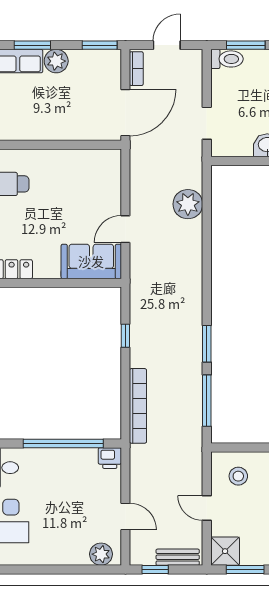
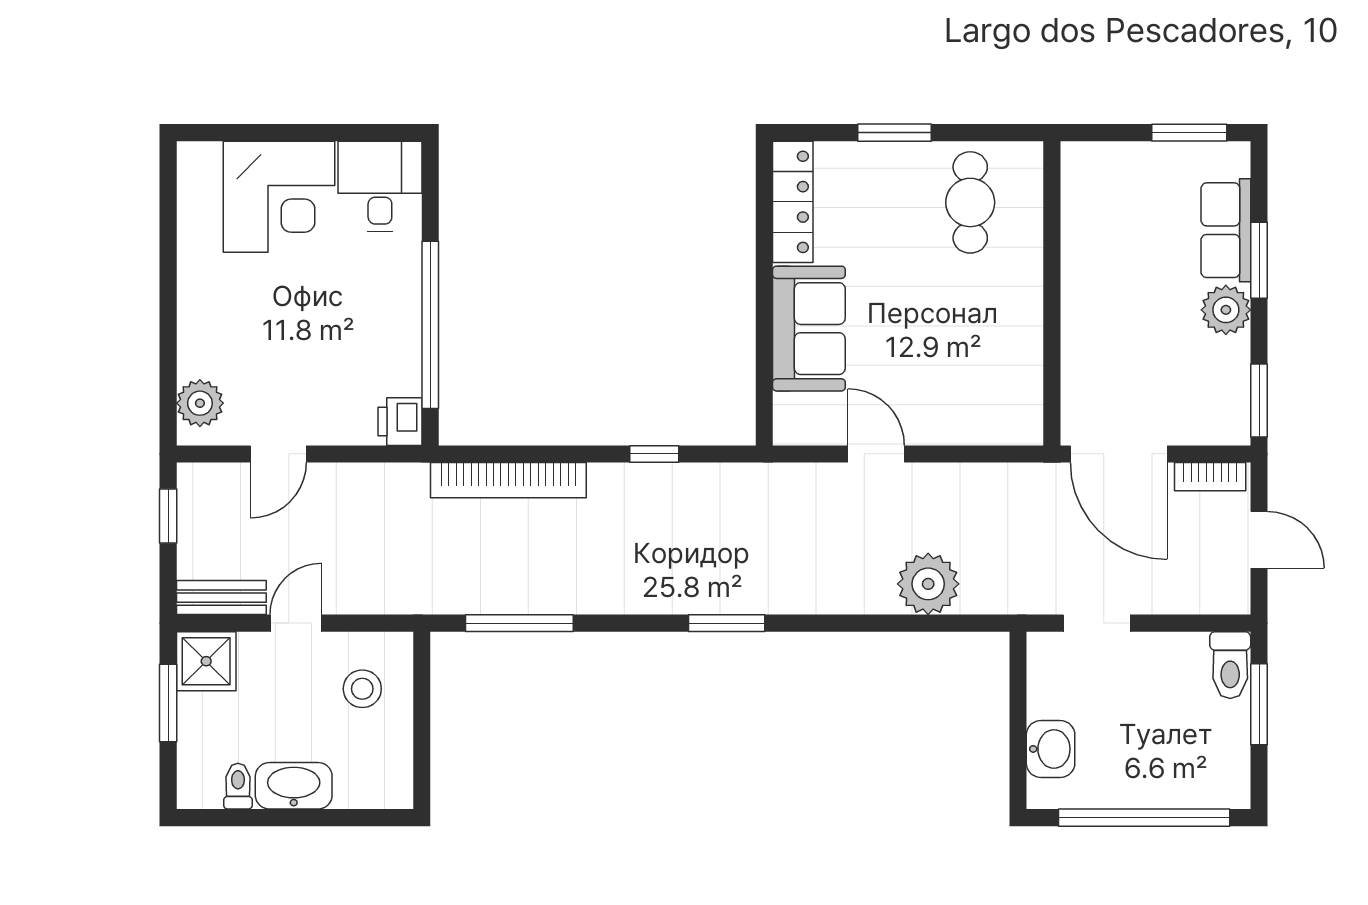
sofa: (91, 261) -> (809, 329), moved
window: (207, 344) -> (727, 623), moved
bench: (178, 557) -> (221, 598), moved, turned 90

